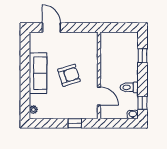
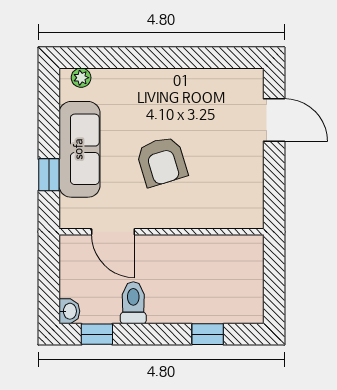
door: (51, 28) -> (274, 120), hinge flipped
sofa: (38, 73) -> (79, 149), moved, turned -90
door: (99, 96) -> (113, 232), hinge flipped

